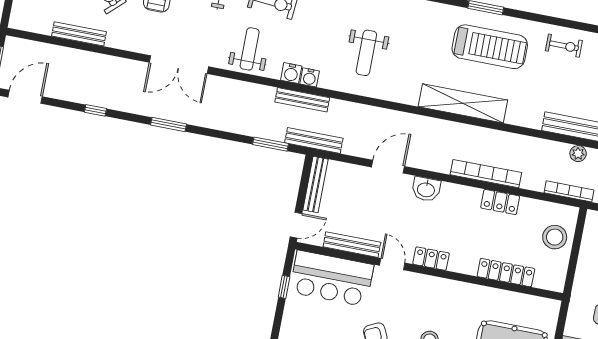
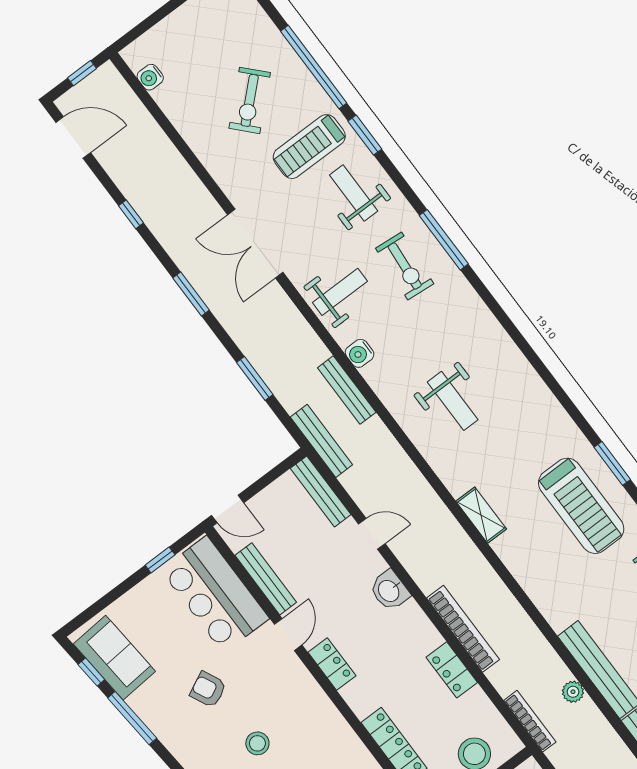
bench: (79, 34) -> (183, 123), removed
weight bench: (366, 53) -> (453, 401), turned -90
water cooler: (310, 77) -> (150, 77), moved
shelving: (463, 103) -> (481, 515), width x0.45, depth x0.75
window: (270, 144) -> (255, 378), moved
door: (388, 167) -> (372, 534), width x0.73
bench: (315, 185) -> (321, 491), moved, turned 90

